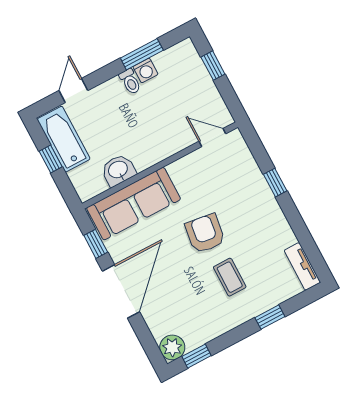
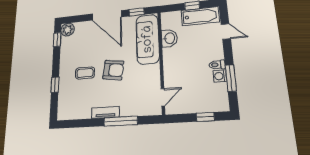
window: (275, 183) -> (121, 121), width x2.17
tv unit: (302, 266) -> (105, 112), moved

